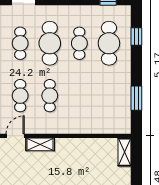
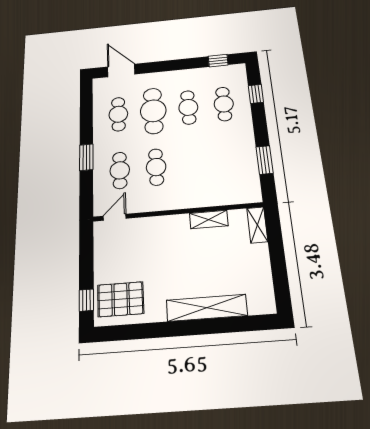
cafe table: (109, 43) -> (224, 104), width x0.73, depth x0.74
shelving: (40, 144) -> (209, 219), moved

